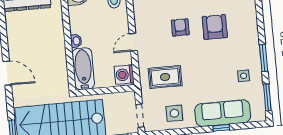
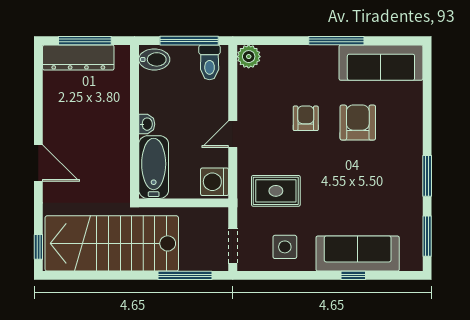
side table: (244, 76) -> (394, 200), removed

